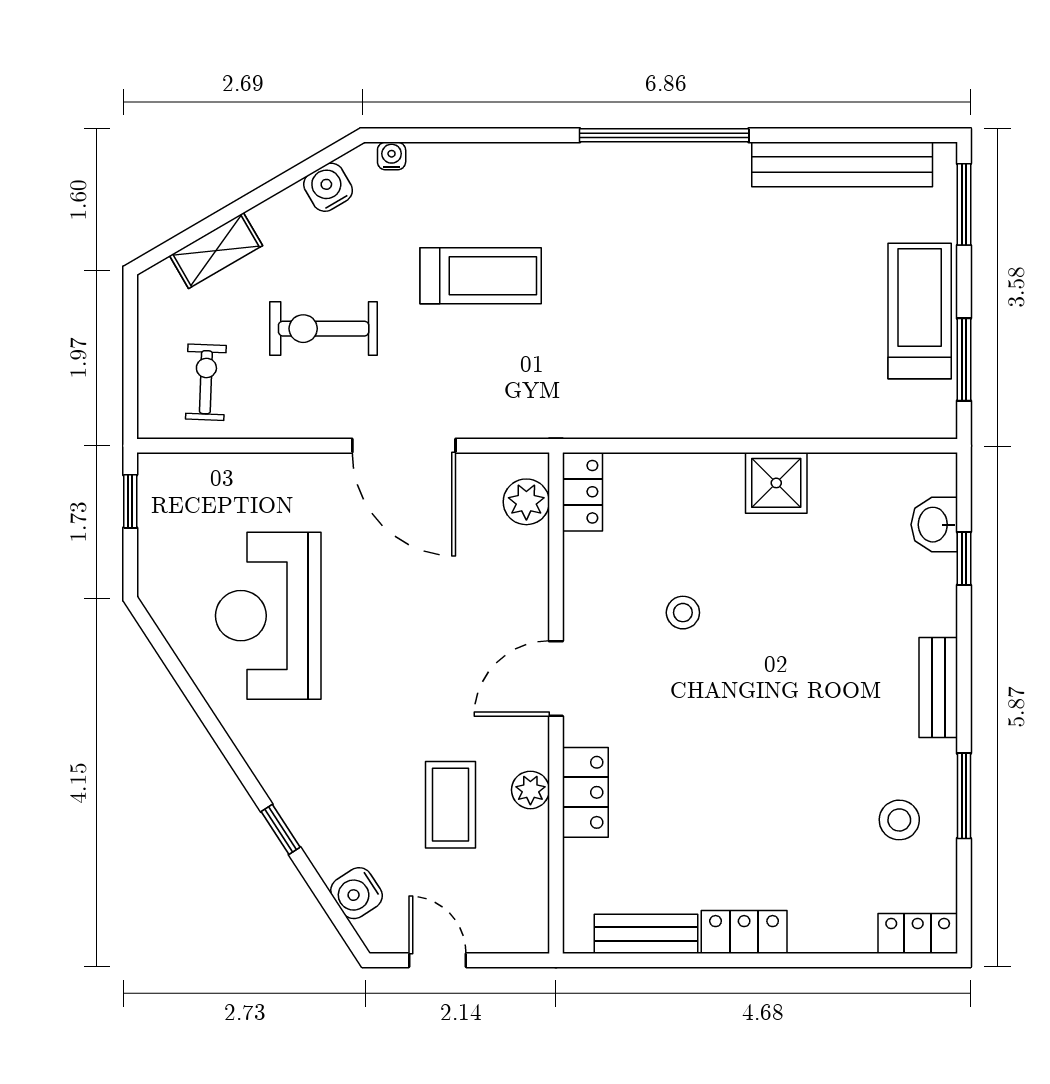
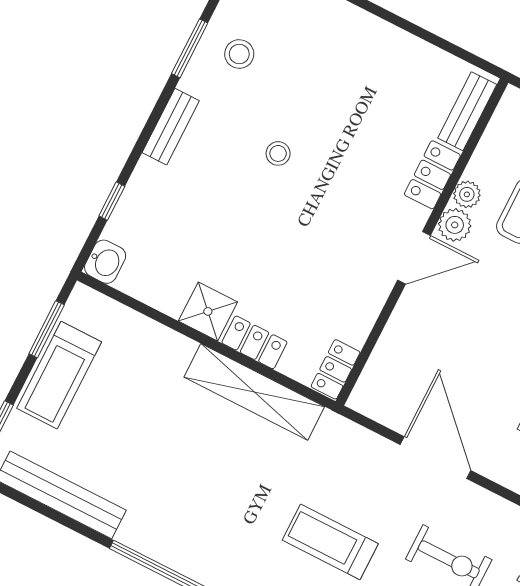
shelving: (669, 413) -> (254, 392), added
plant: (526, 502) -> (455, 225), moved
washbasin: (934, 525) -> (105, 262), moved
stool: (683, 613) -> (278, 153), moved
locker: (744, 932) -> (254, 342), moved, turned 180
bench: (646, 934) -> (467, 111), moved, turned 90

